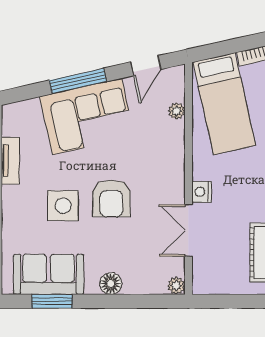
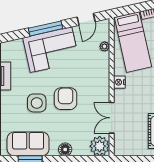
nightstand: (202, 192) -> (119, 82), moved
armchair: (111, 198) -> (66, 99), turned 180
plant: (176, 286) -> (100, 146), width x1.88, depth x1.88

